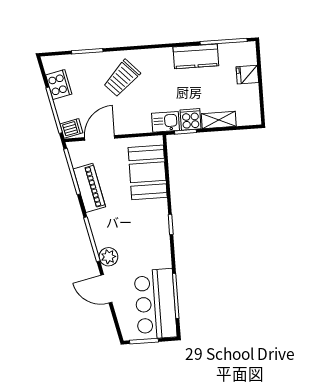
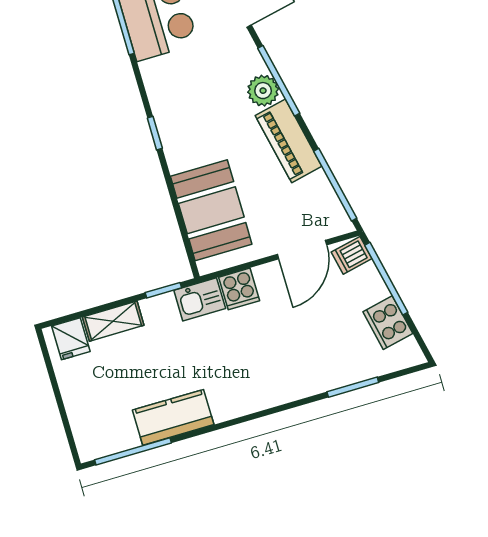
fridge: (247, 75) -> (71, 339), moved, turned 90
trolley: (122, 78) -> (287, 355), removed
cooker: (191, 119) -> (239, 289), moved
piano: (89, 188) -> (289, 141), moved
plant: (108, 257) -> (263, 91), moved

